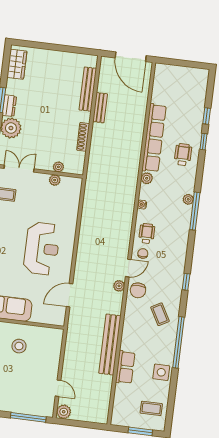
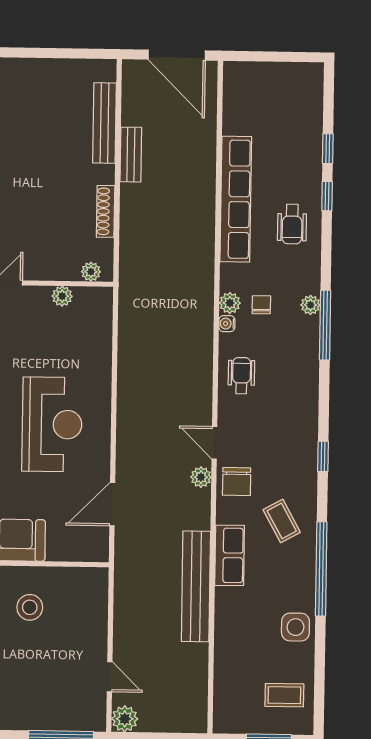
wheelchair: (183, 155) -> (292, 224), turned 180
plant: (58, 167) -> (91, 272), moved
plant: (147, 178) -> (230, 303), moved
chair: (143, 253) -> (261, 305), moved
door: (128, 268) -> (214, 443), swing flipped
row of seats: (125, 367) -> (230, 555), moved

